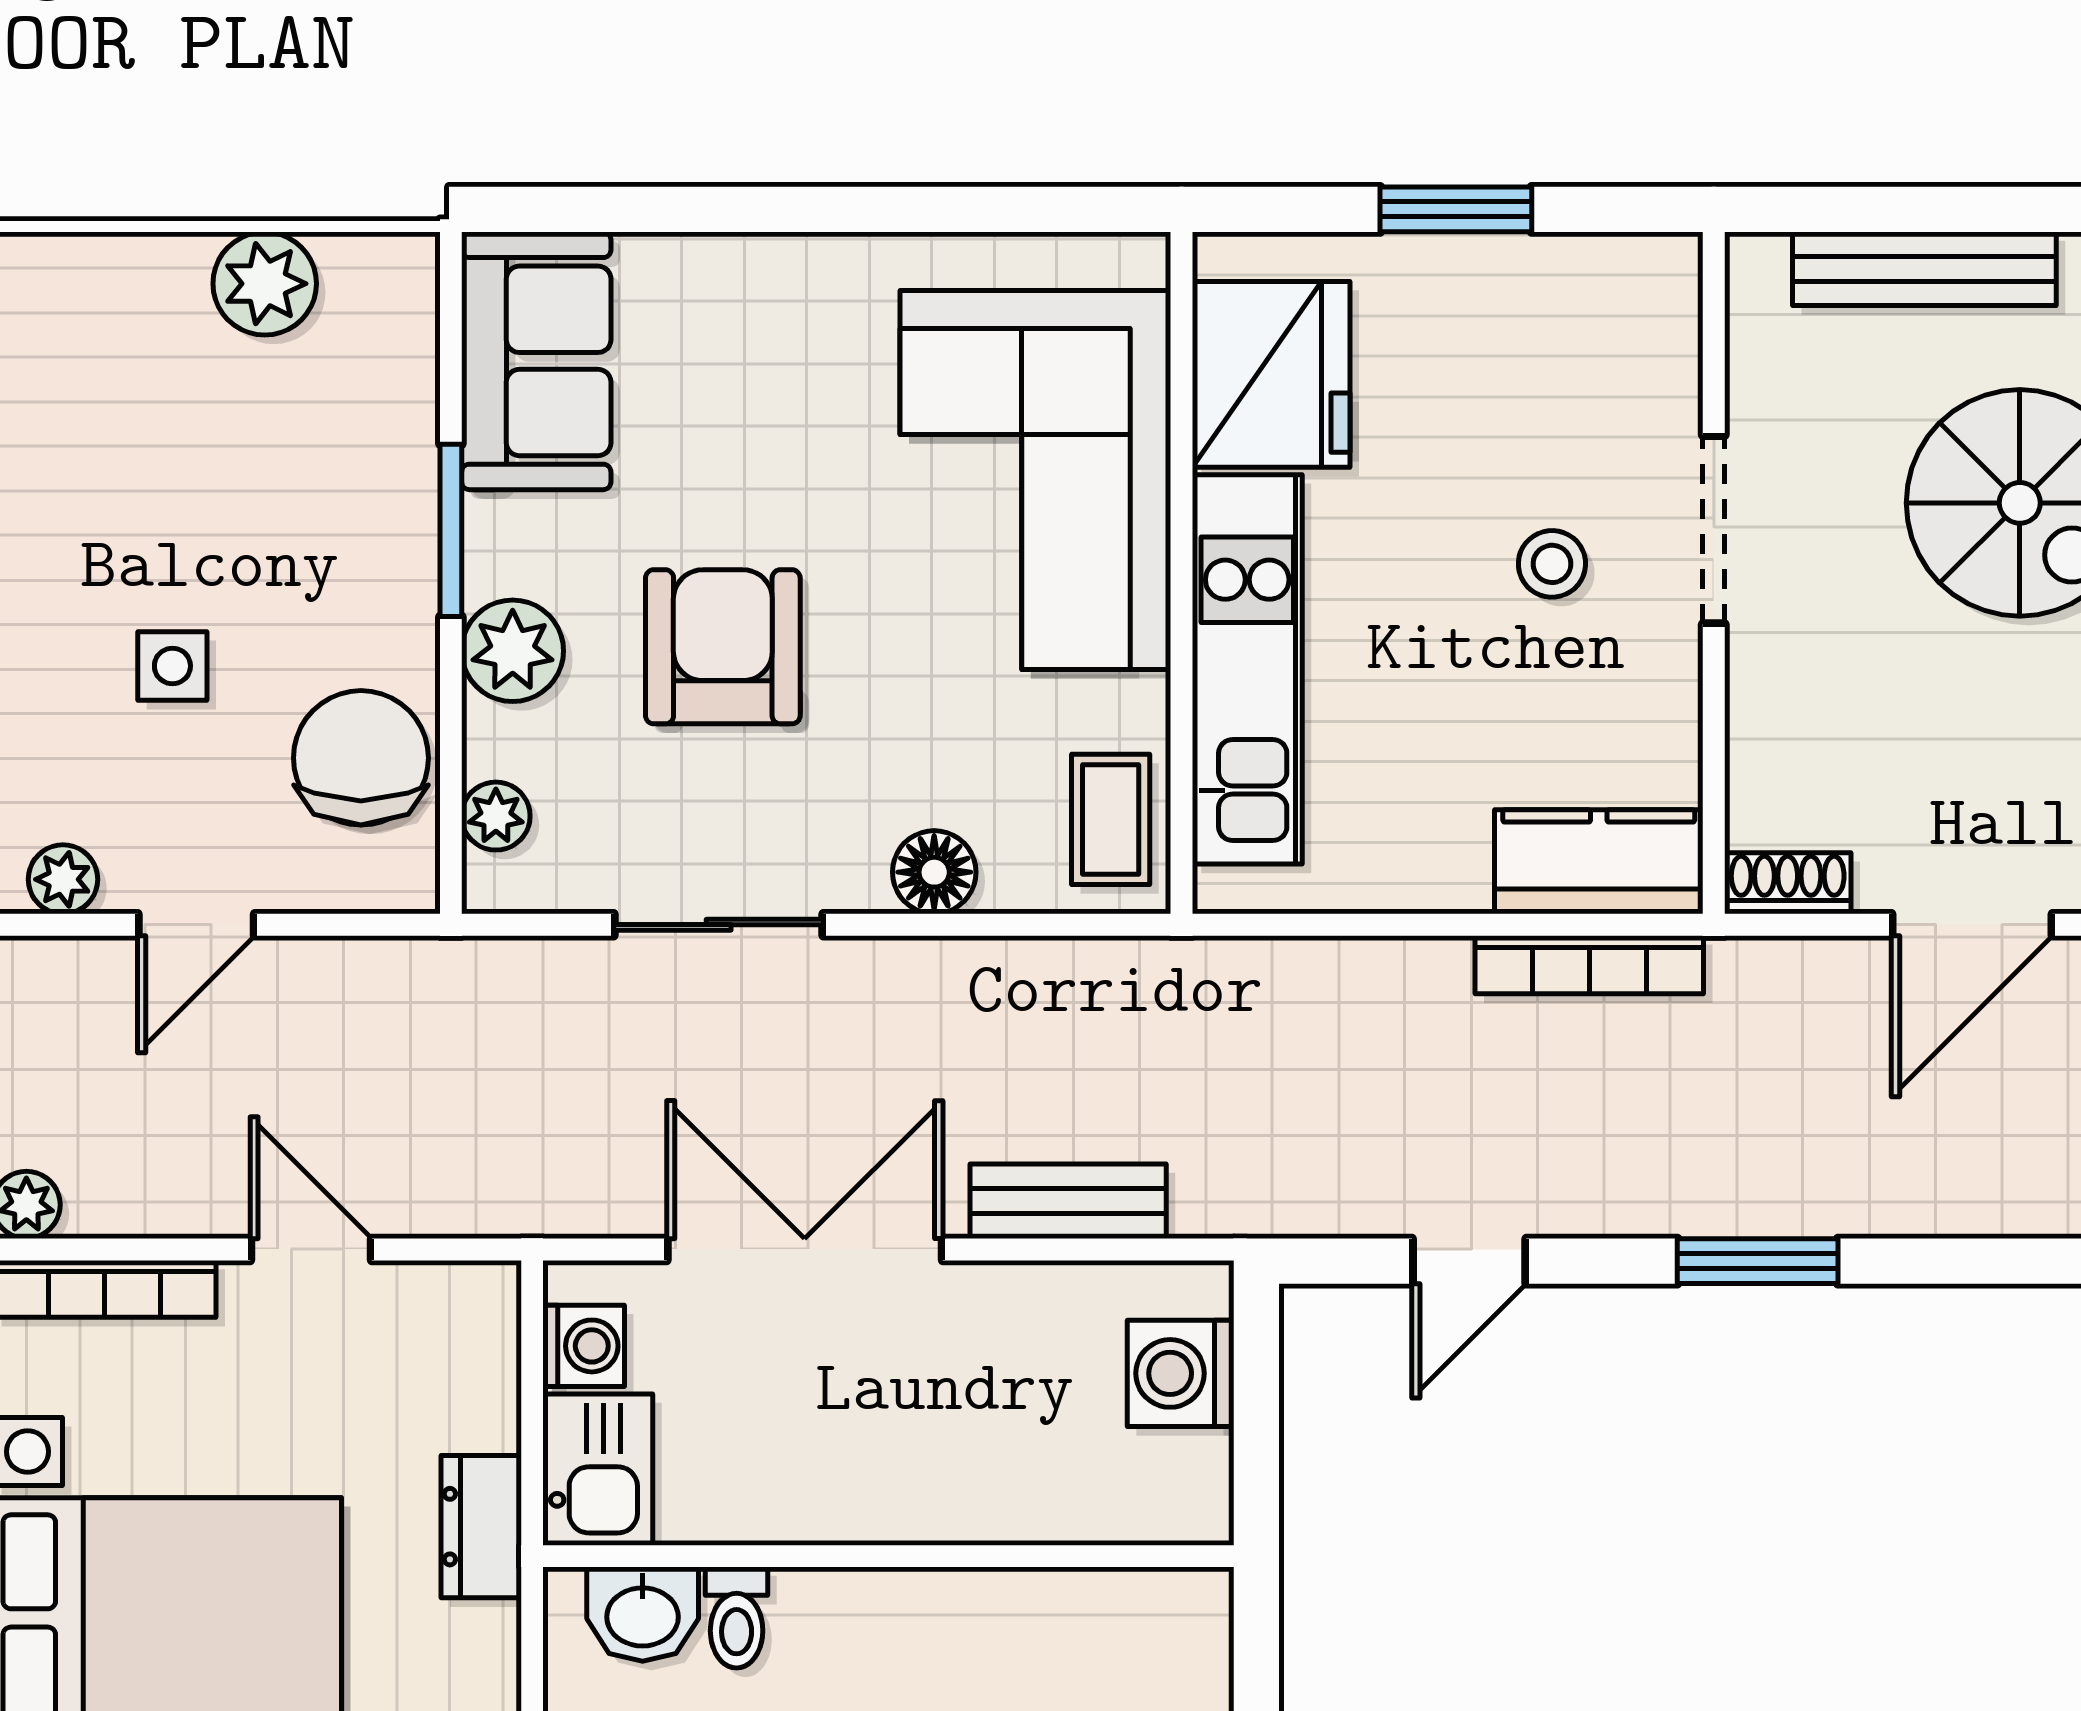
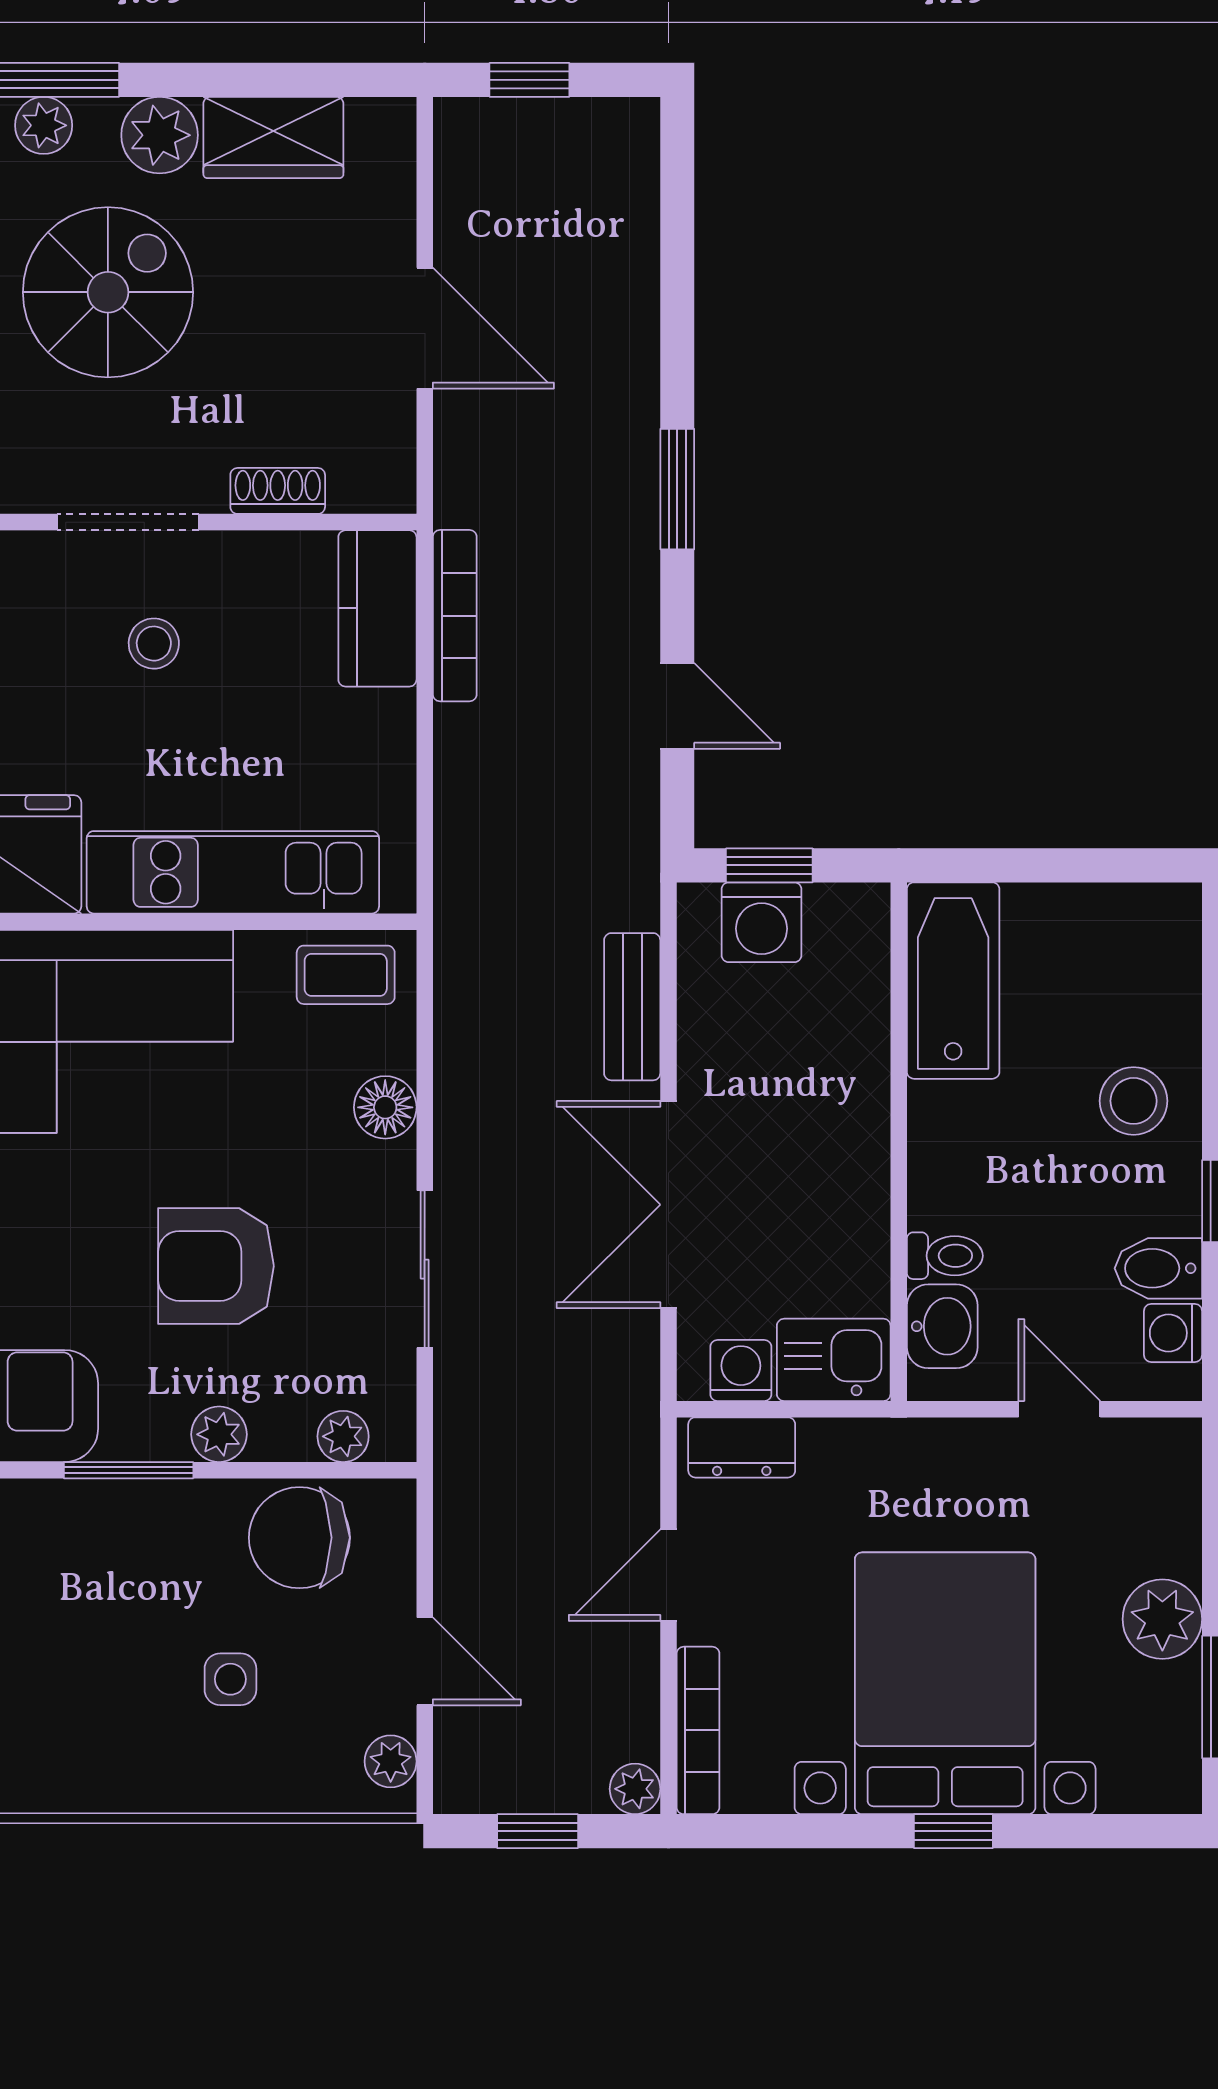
plant: (513, 651) -> (219, 1434), width x0.73, depth x0.73
shoe rack: (1788, 883) -> (278, 491), moved, turned 90
window: (1256, 1384) -> (769, 865), added
dresser: (481, 1527) -> (742, 1447), moved
bathtub: (1103, 1629) -> (953, 981), added

